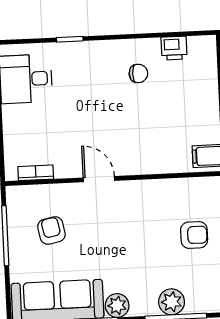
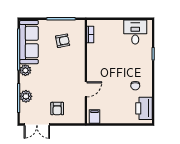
printer: (174, 48) -> (144, 108), width x1.87, depth x1.48
door: (99, 179) -> (86, 89), moved

